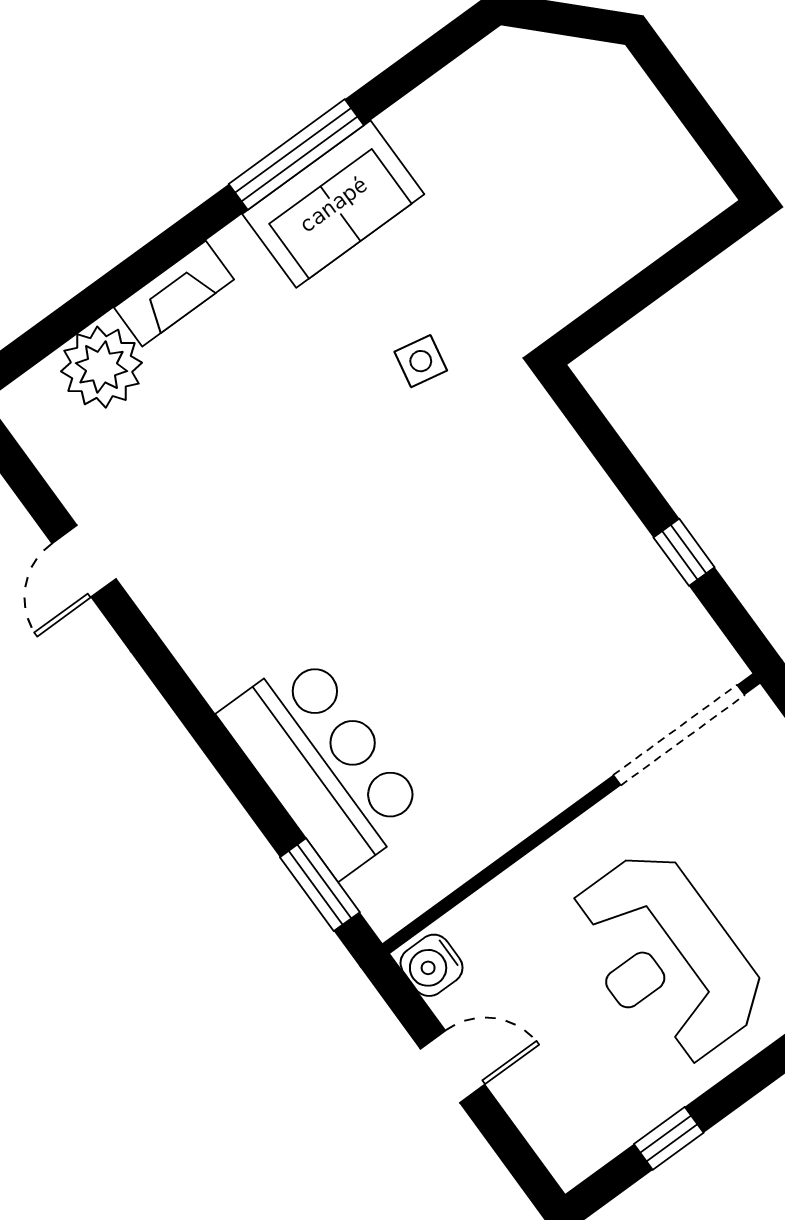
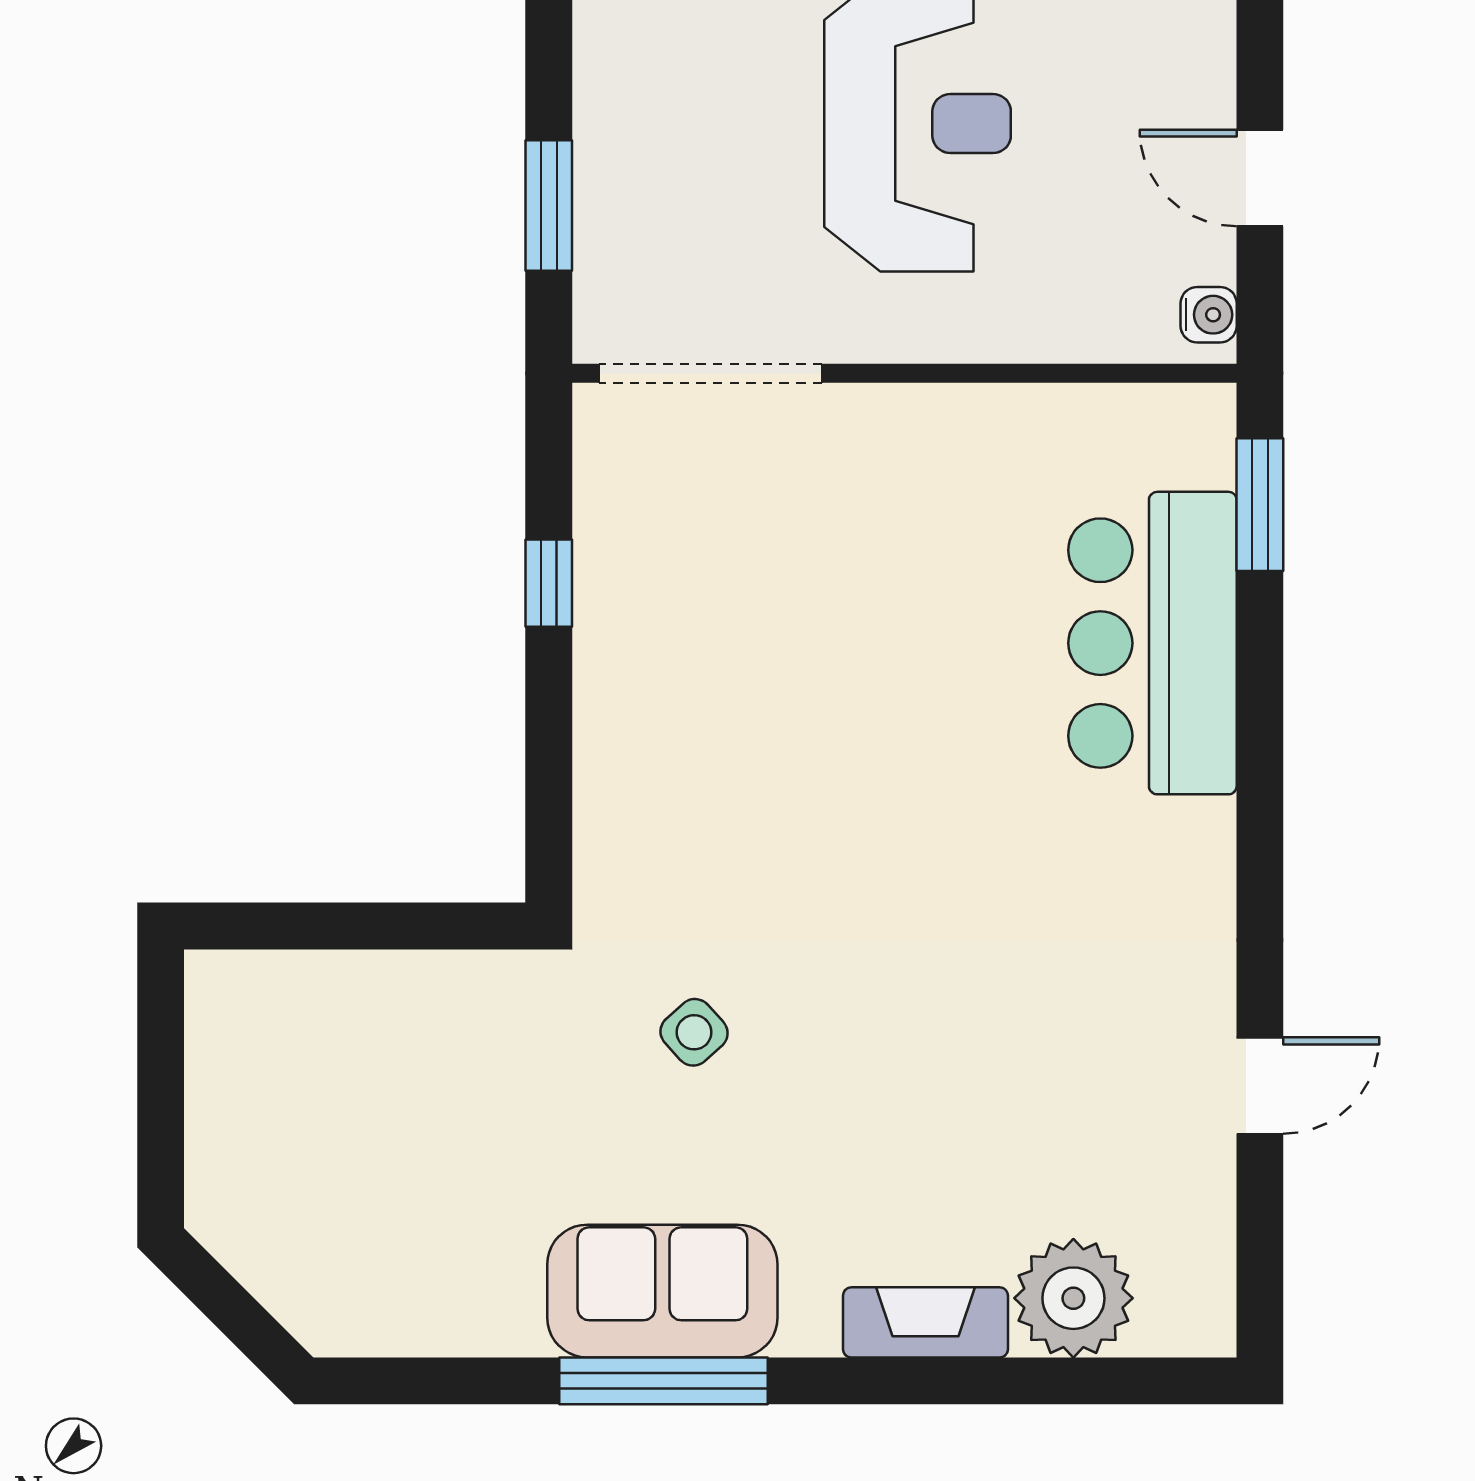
side table: (421, 361) -> (694, 1032), turned 37
water cooler: (432, 965) -> (1209, 315), width x0.72, depth x0.72

